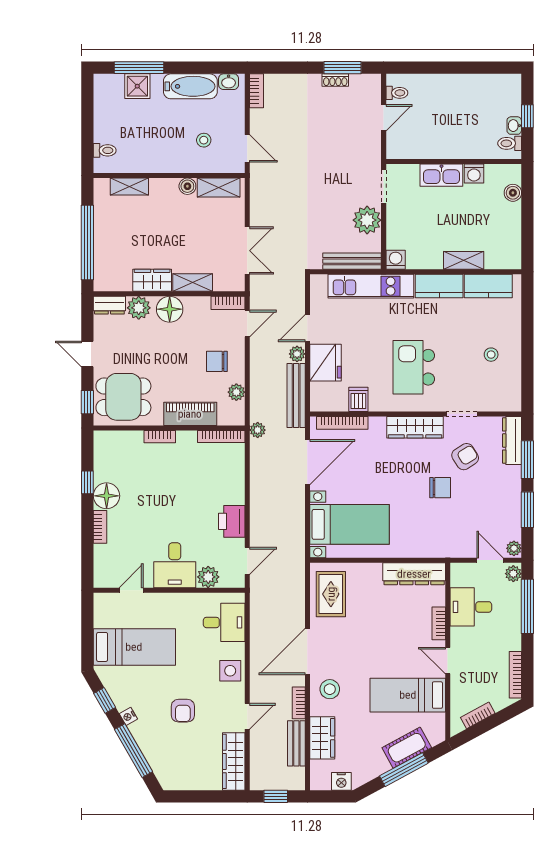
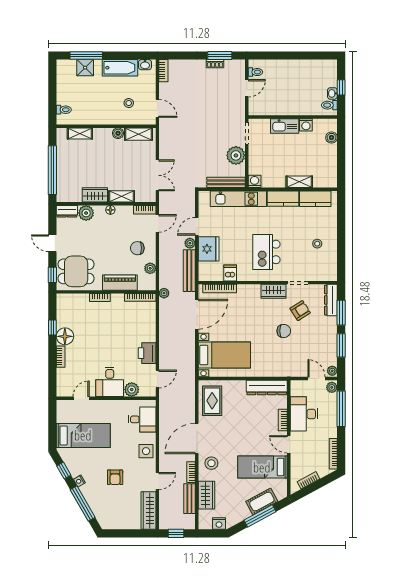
floor lamp: (170, 309) -> (110, 210), width x0.53, depth x0.53
wardrobe: (415, 427) -> (273, 291), width x0.67
desk: (471, 607) -> (304, 414), width x1.37

